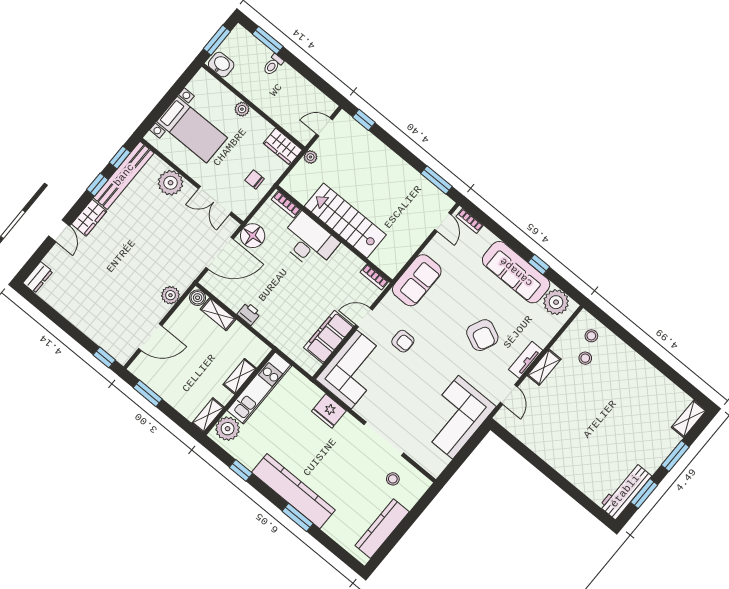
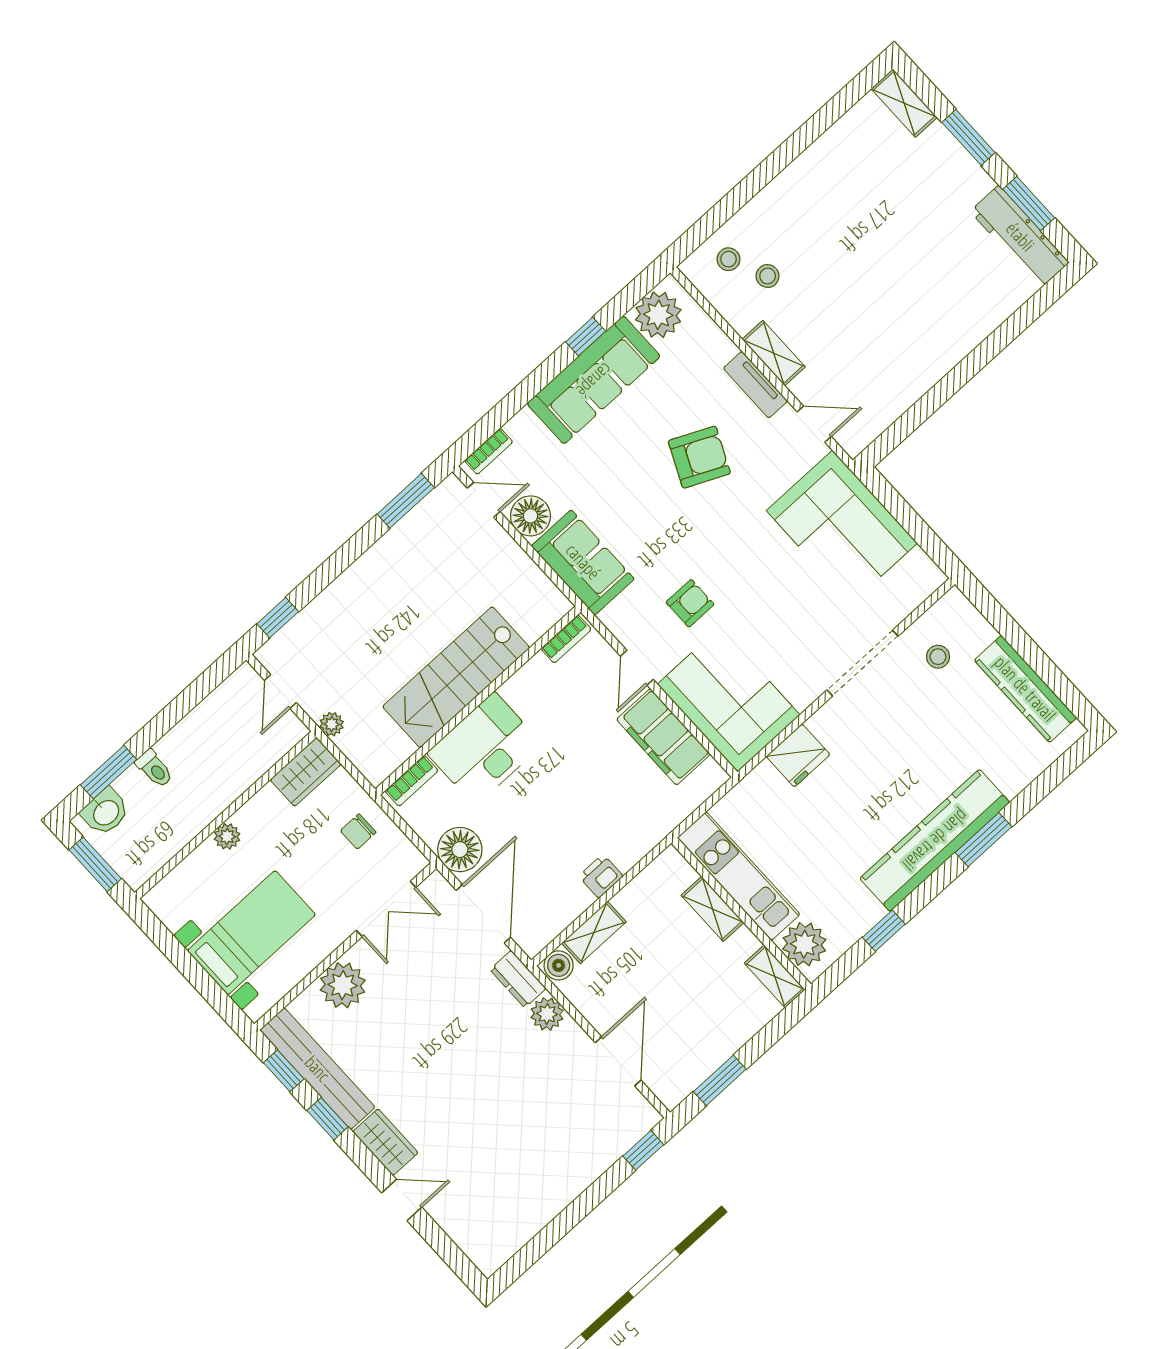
washbasin: (221, 65) -> (105, 812), moved, turned 180
floor lamp: (438, 248) -> (530, 516), added
dresser: (38, 277) -> (518, 979), moved, turned 180

